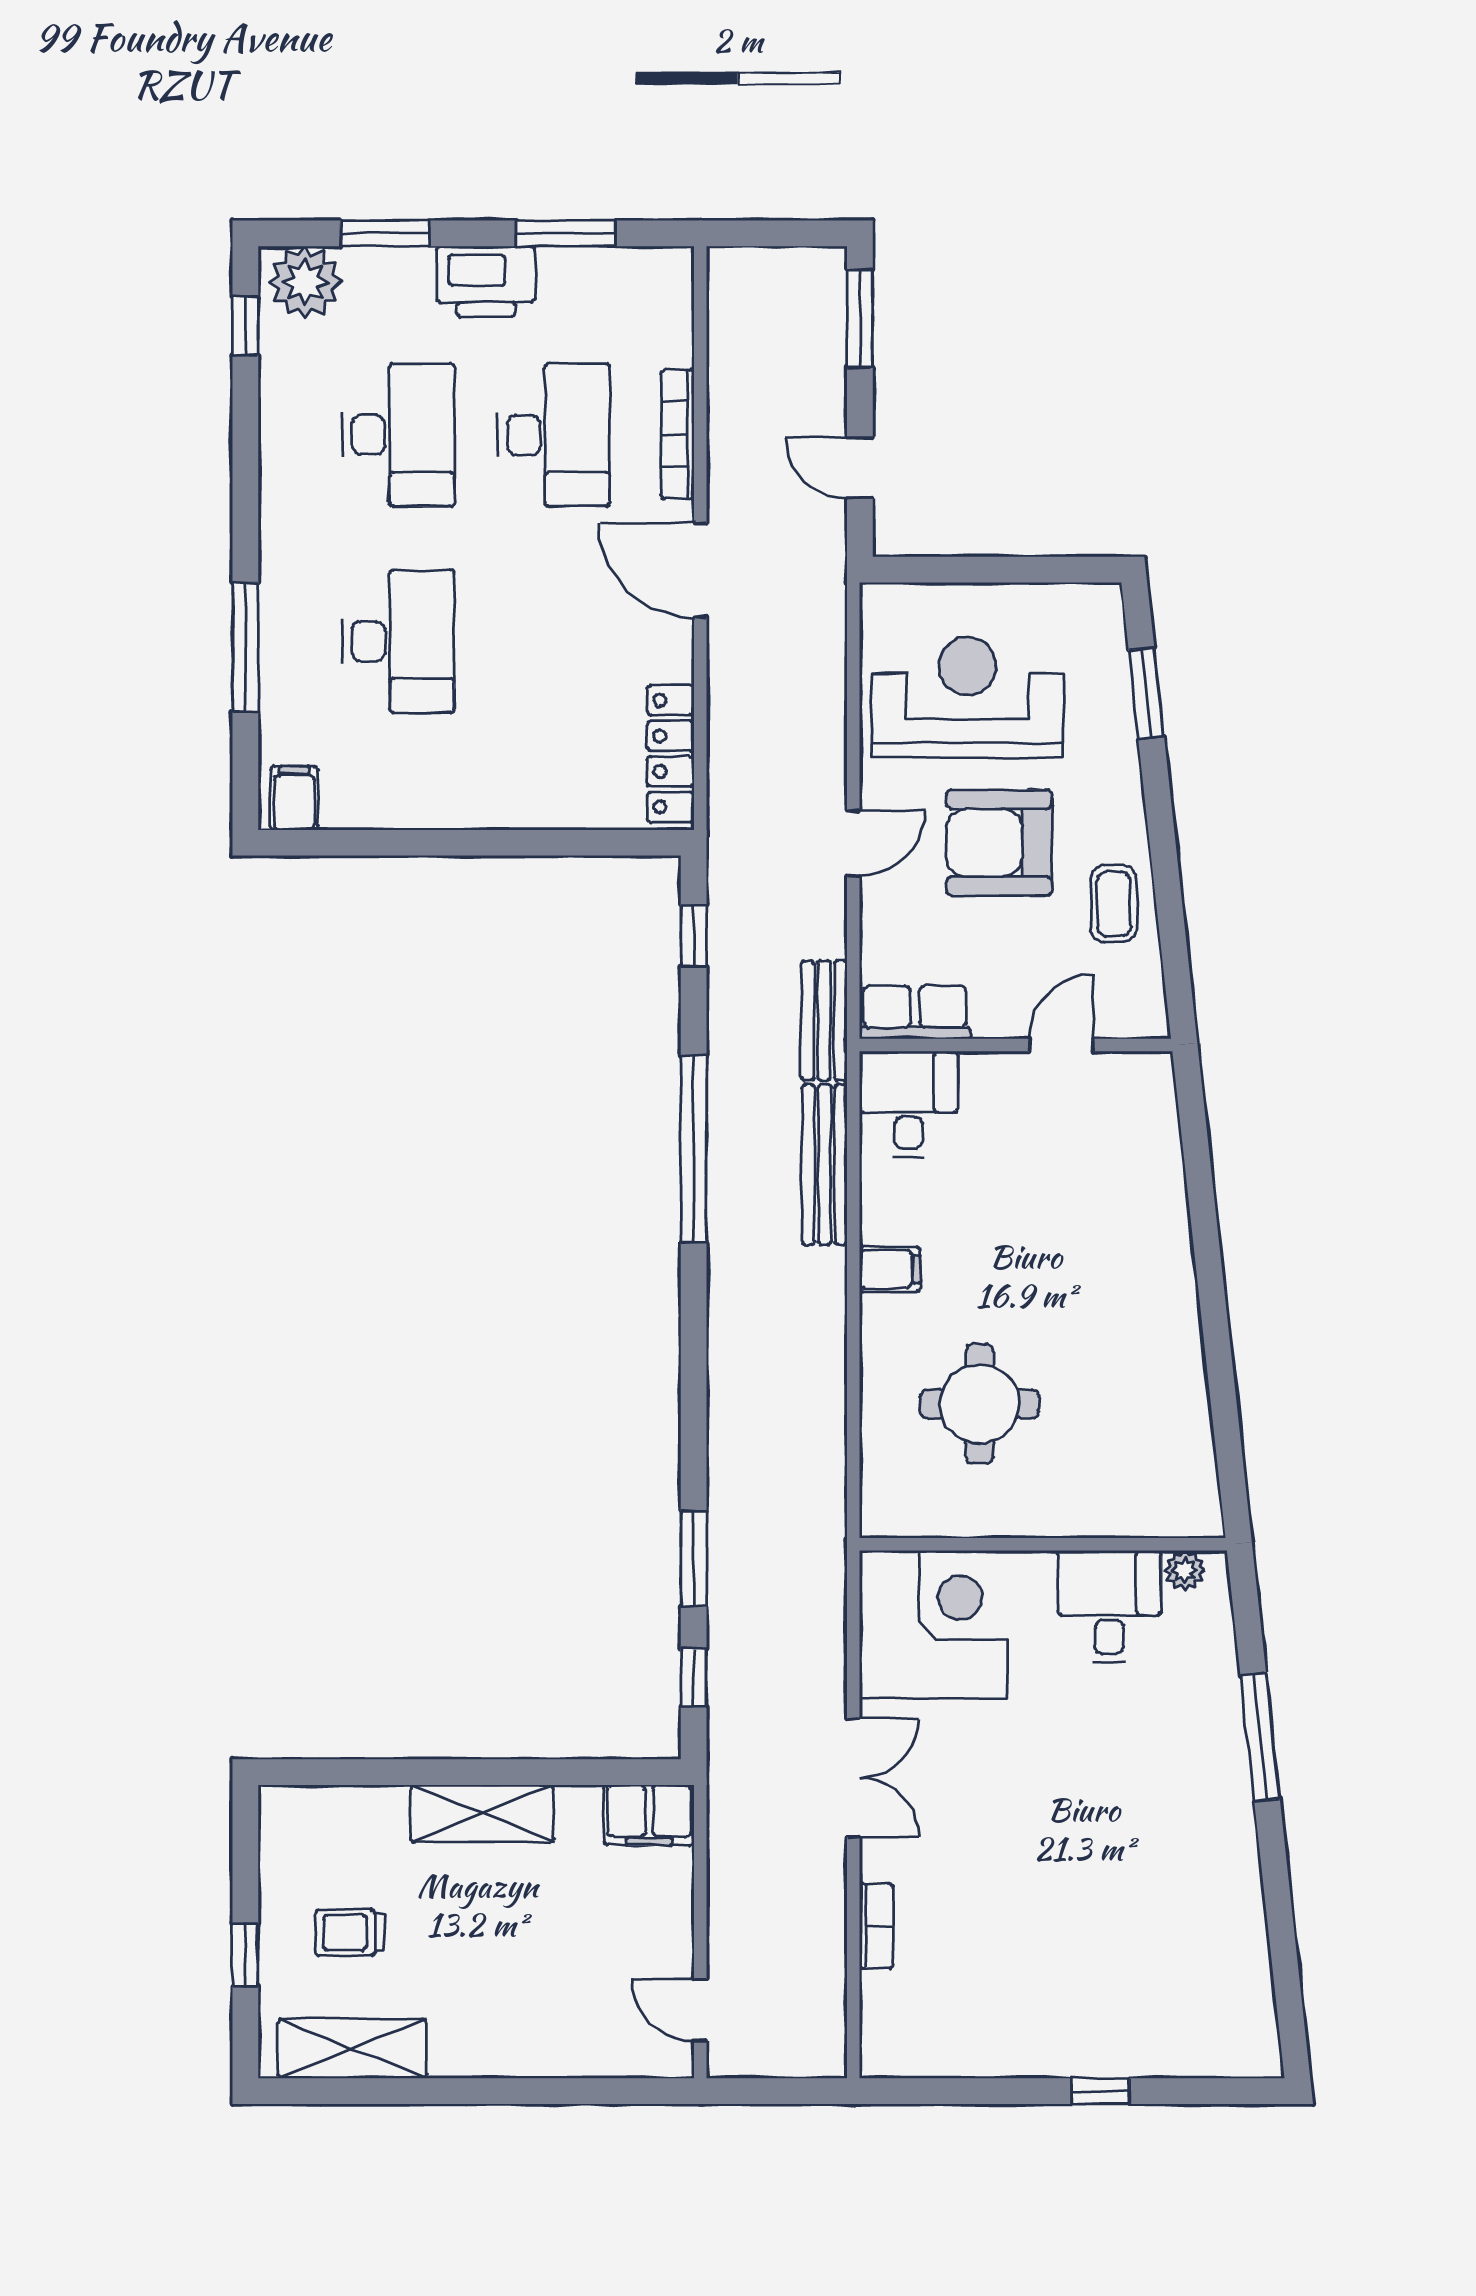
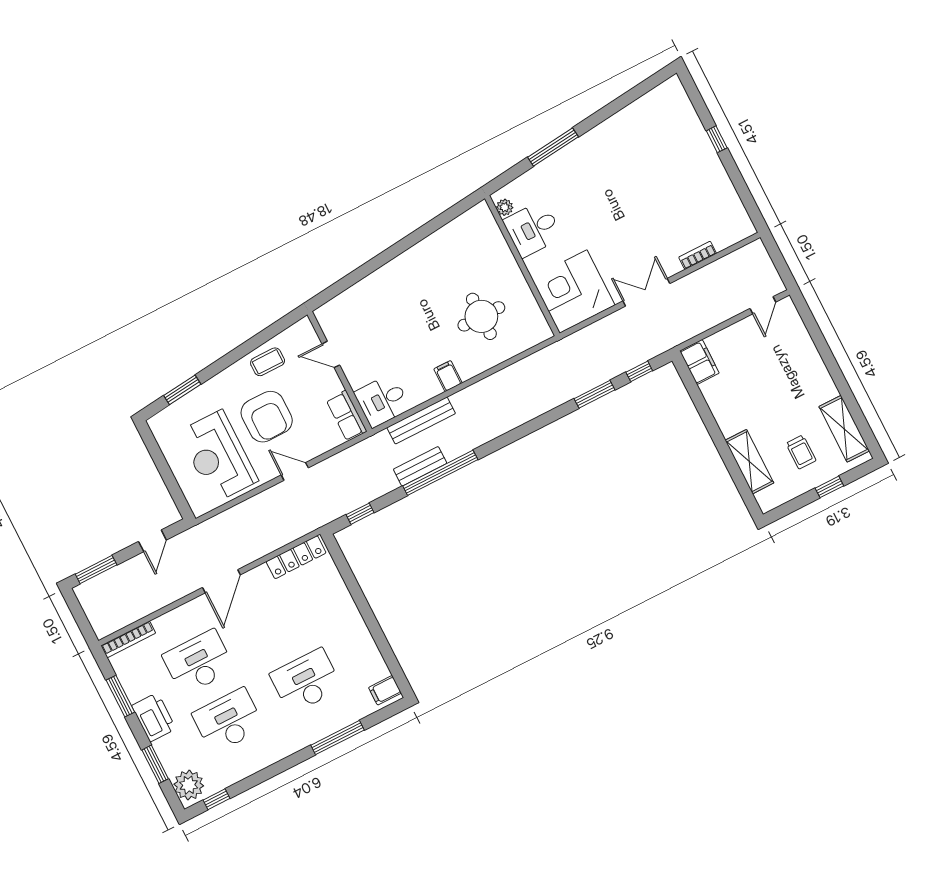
bookcase: (678, 434) -> (128, 639), moved
bench: (824, 1020) -> (420, 466), moved
shelving: (482, 1813) -> (749, 462), moved

